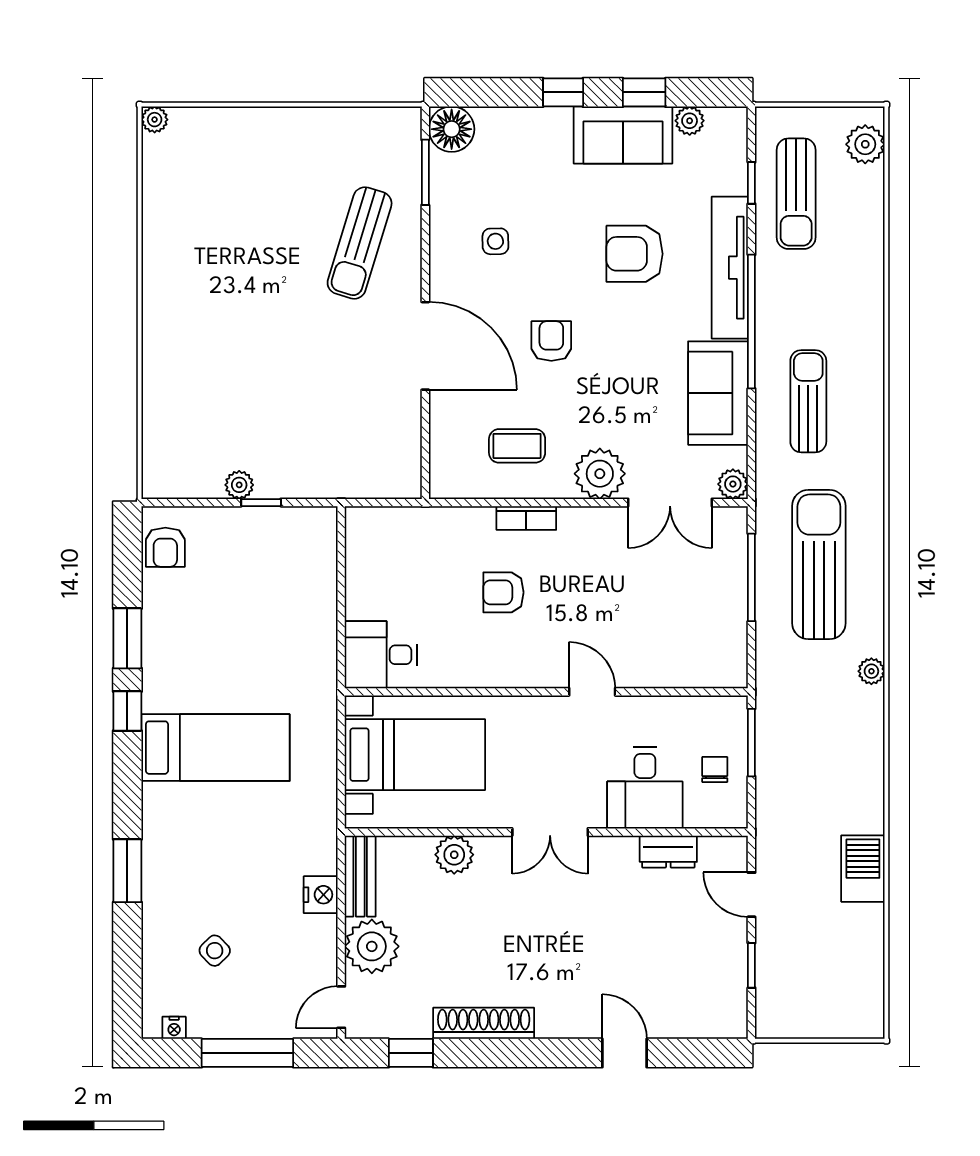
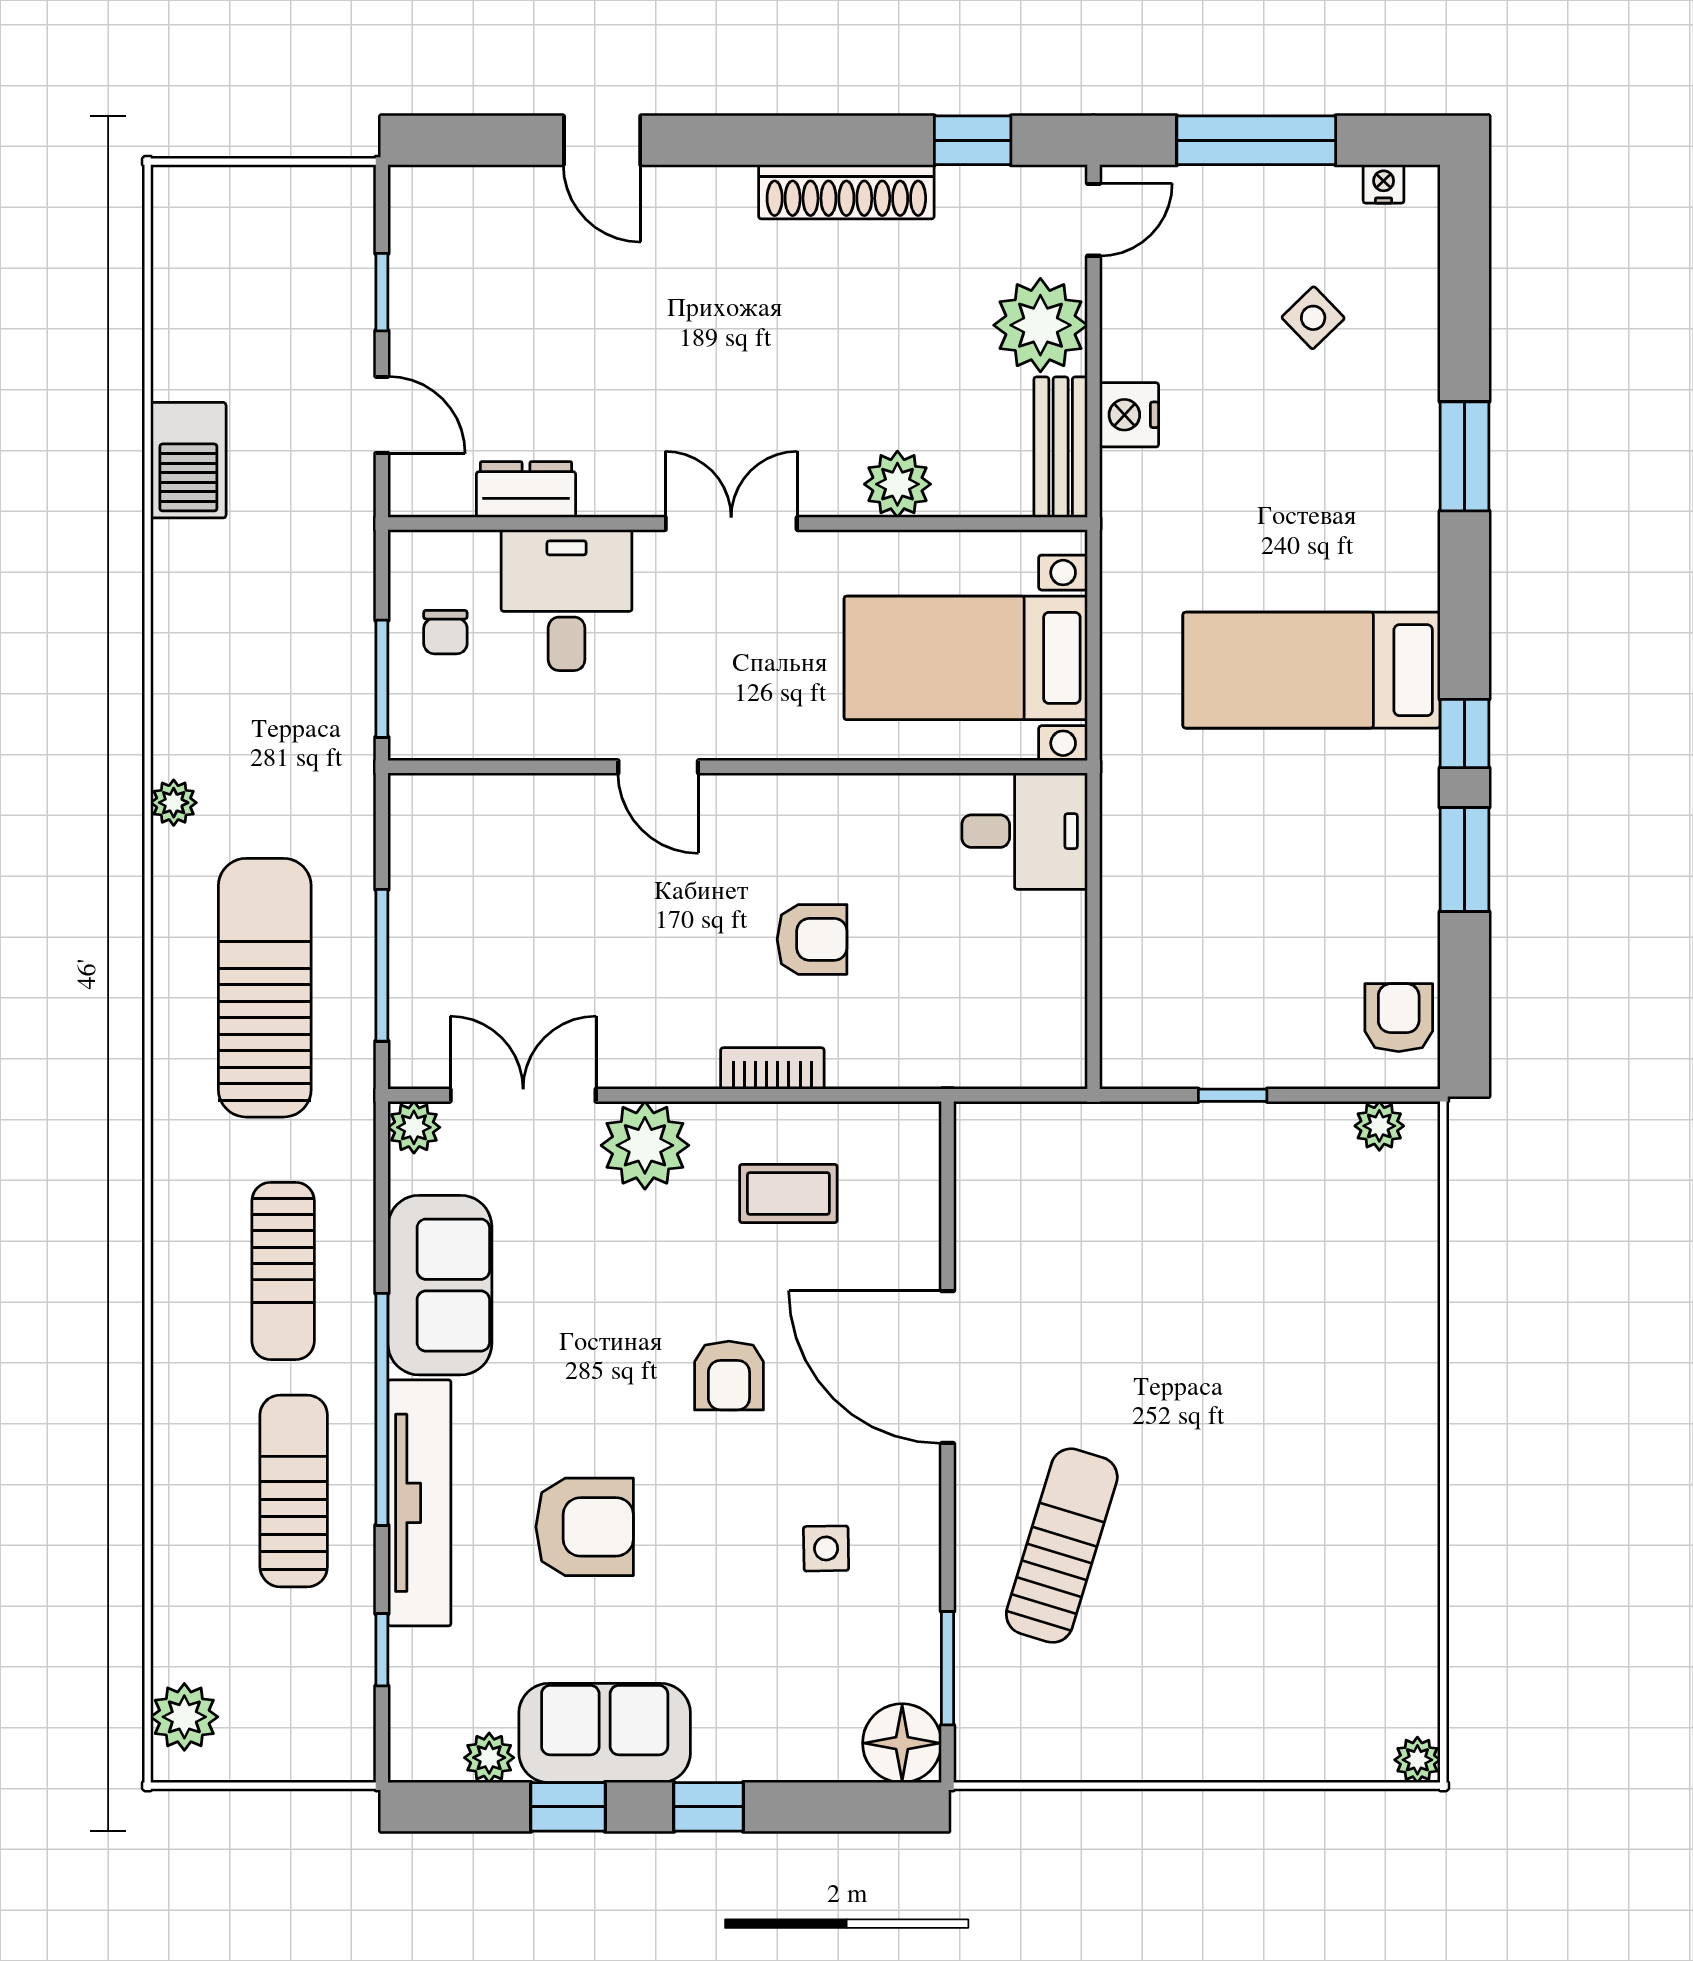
sun lounger: (796, 194) -> (294, 1491), moved
plant: (239, 485) -> (1379, 1126), moved
sun lounger: (819, 565) -> (265, 988), turned 180

